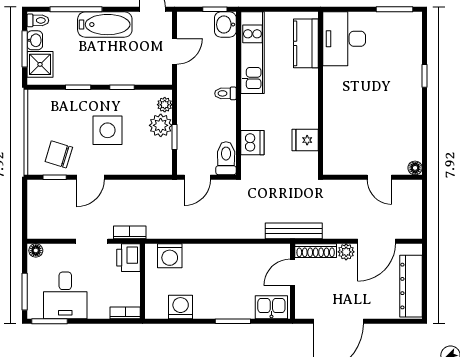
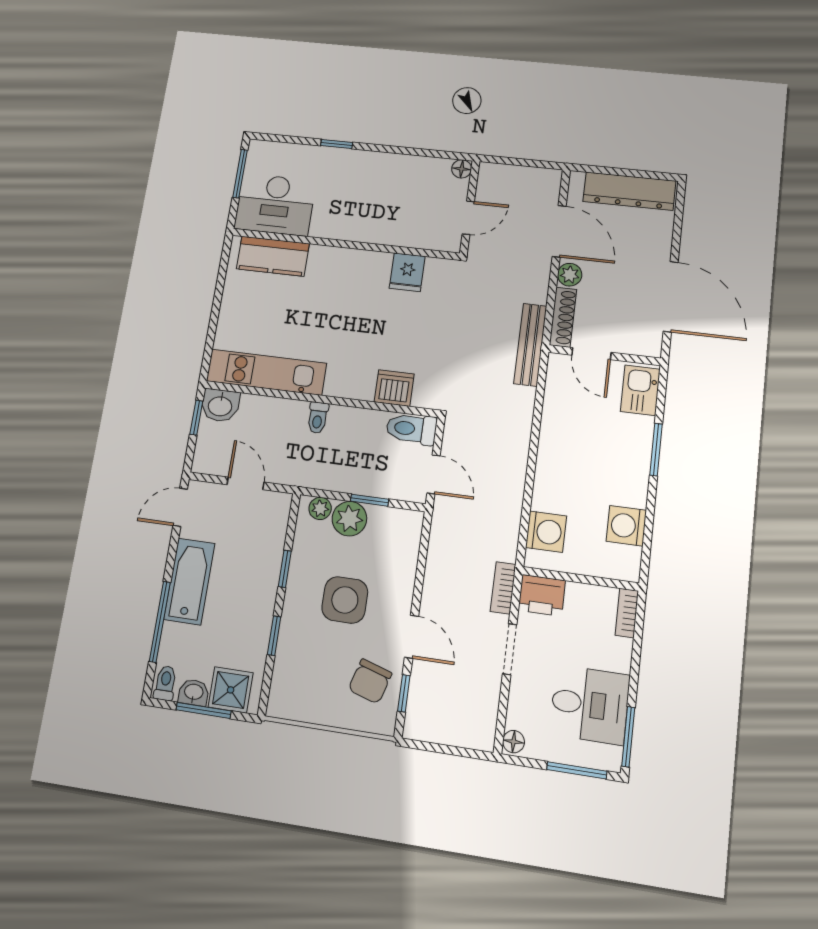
desk: (344, 39) -> (275, 205), moved
kitchen counter: (306, 43) -> (273, 256), moved
wall: (320, 93) -> (345, 244), moved
fridge: (305, 140) -> (407, 272), moved

